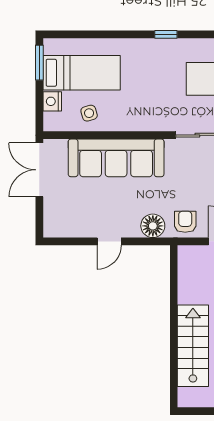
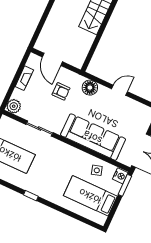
window: (39, 63) -> (125, 185), moved
nightstand: (52, 101) -> (120, 176), moved
armchair: (185, 222) -> (61, 91), moved, turned -90

